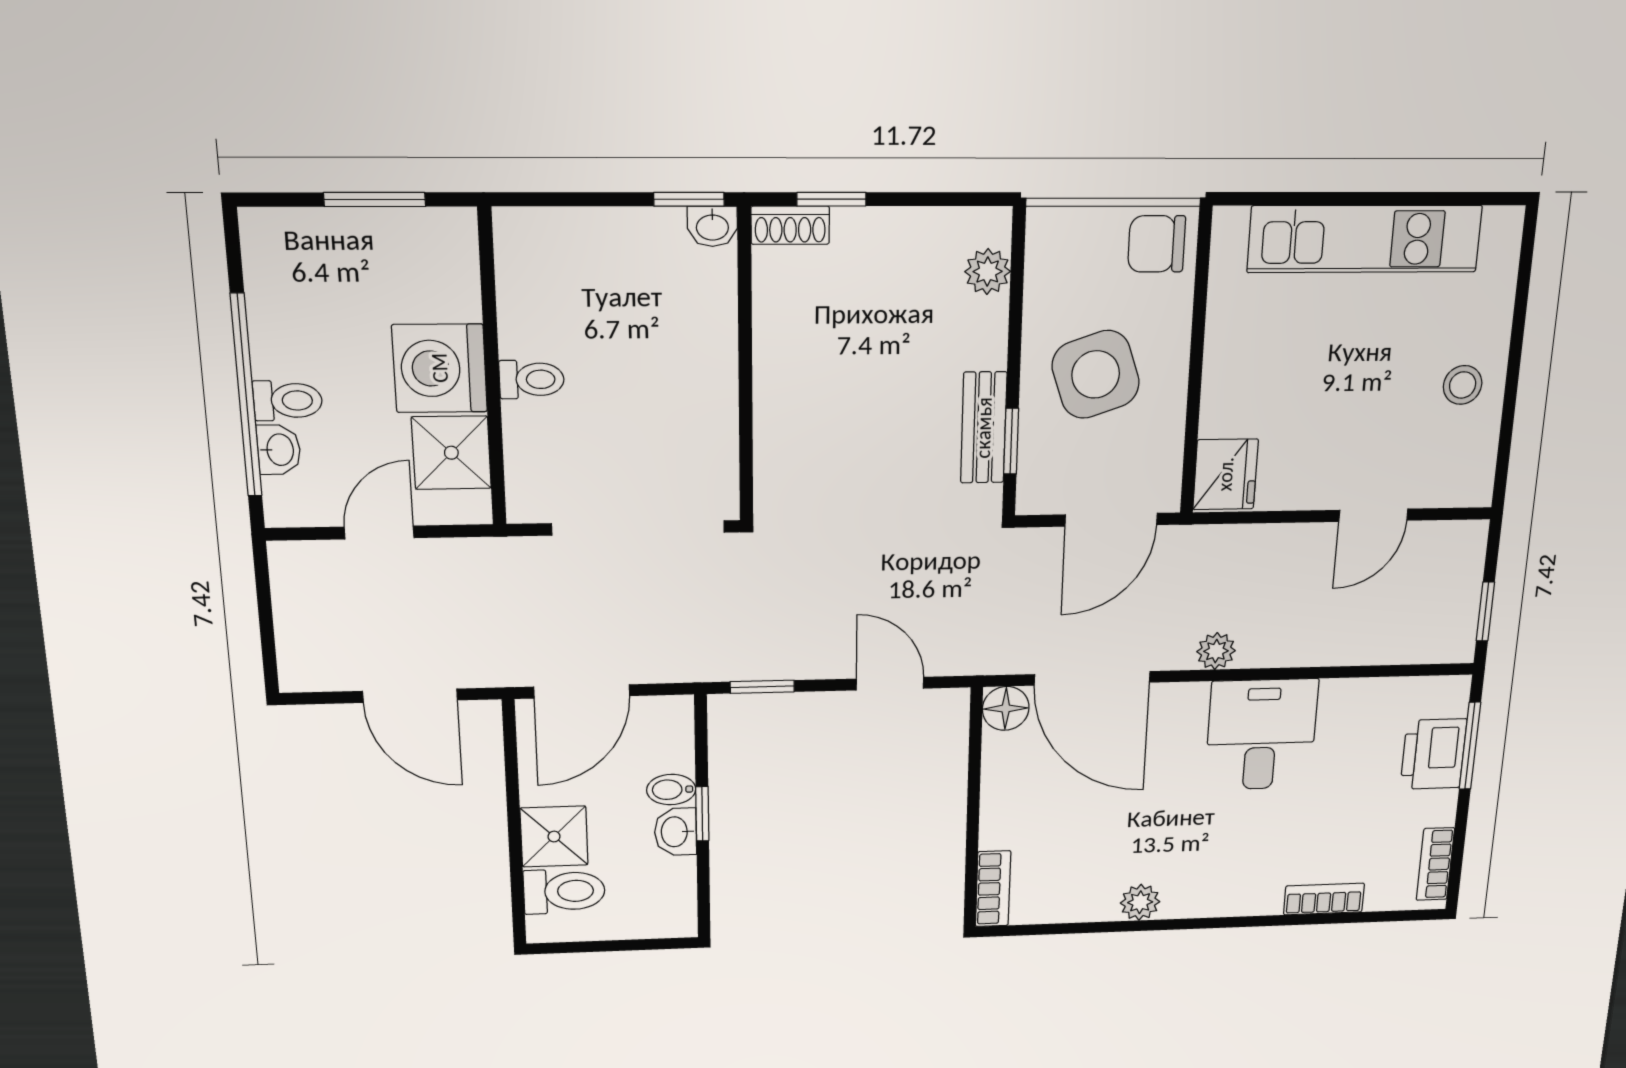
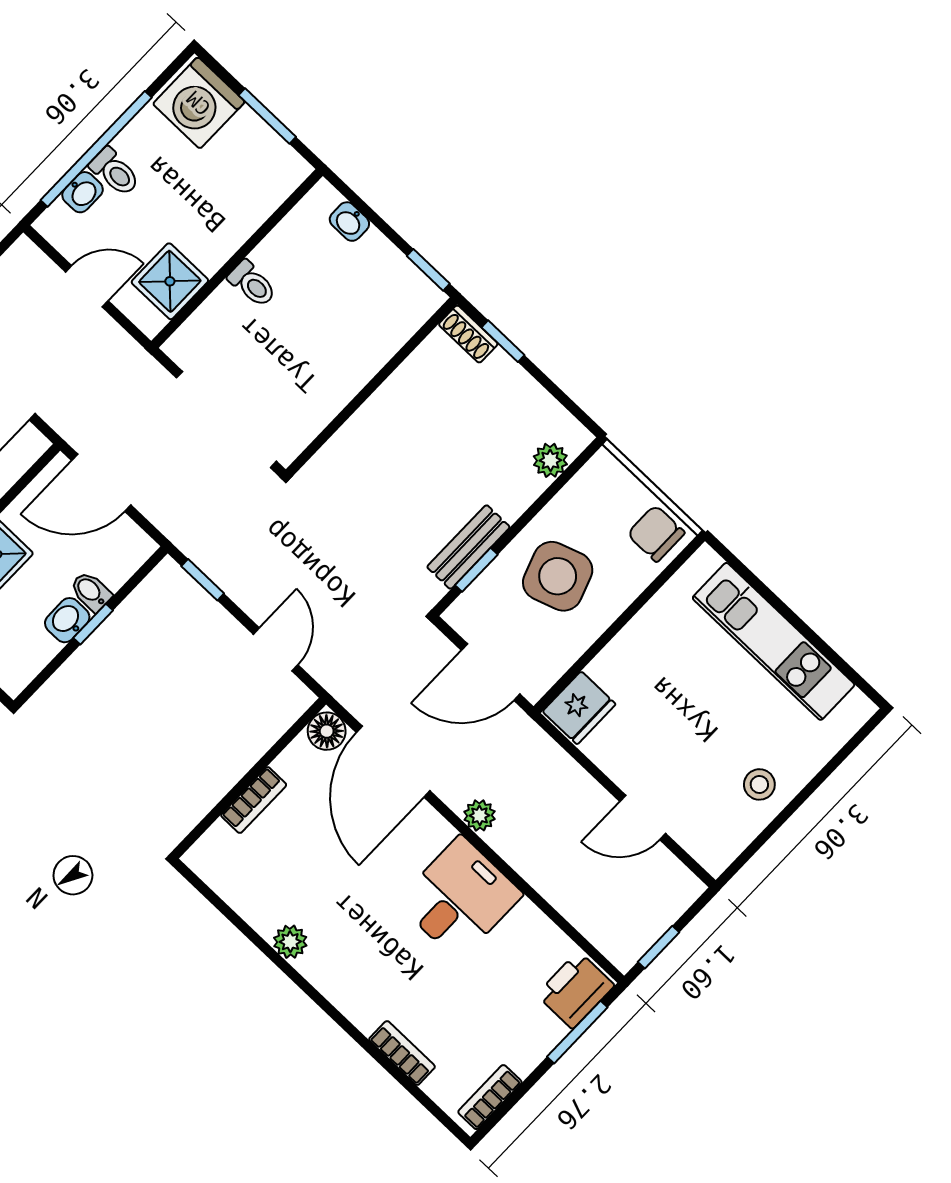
washbasin: (712, 226) -> (349, 222), moved
washing machine: (440, 368) -> (199, 103), moved, turned -90
printer: (1433, 754) -> (575, 990), moved
bookcase: (993, 889) -> (254, 800), moved

